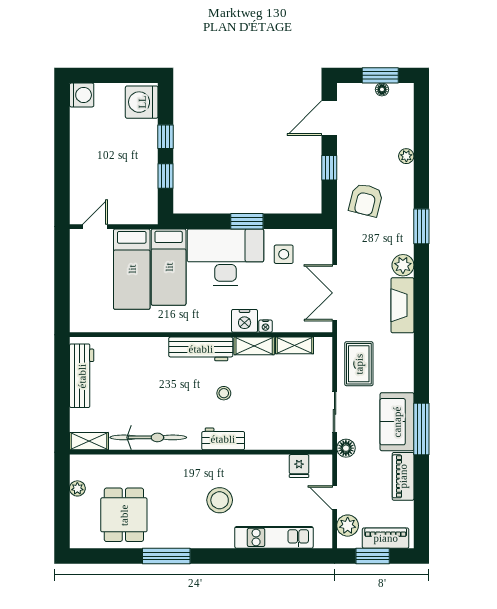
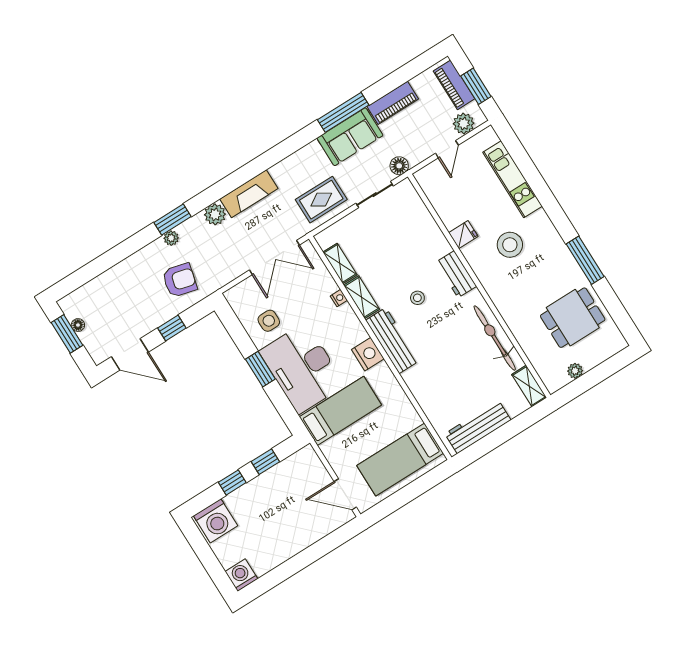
plant: (406, 156) -> (171, 238), moved
door: (95, 227) -> (345, 494), width x1.38
bed: (132, 269) -> (400, 459), moved, turned 180
nightstand: (245, 321) -> (368, 354), moved
fridge: (299, 466) -> (463, 235), moved

